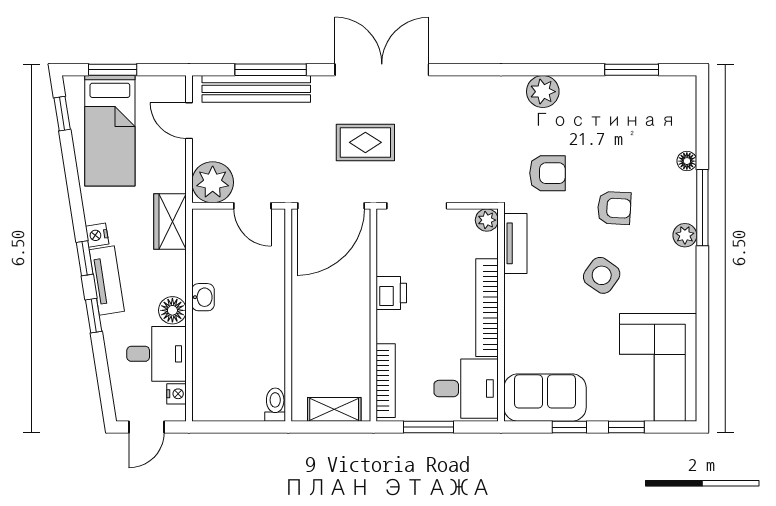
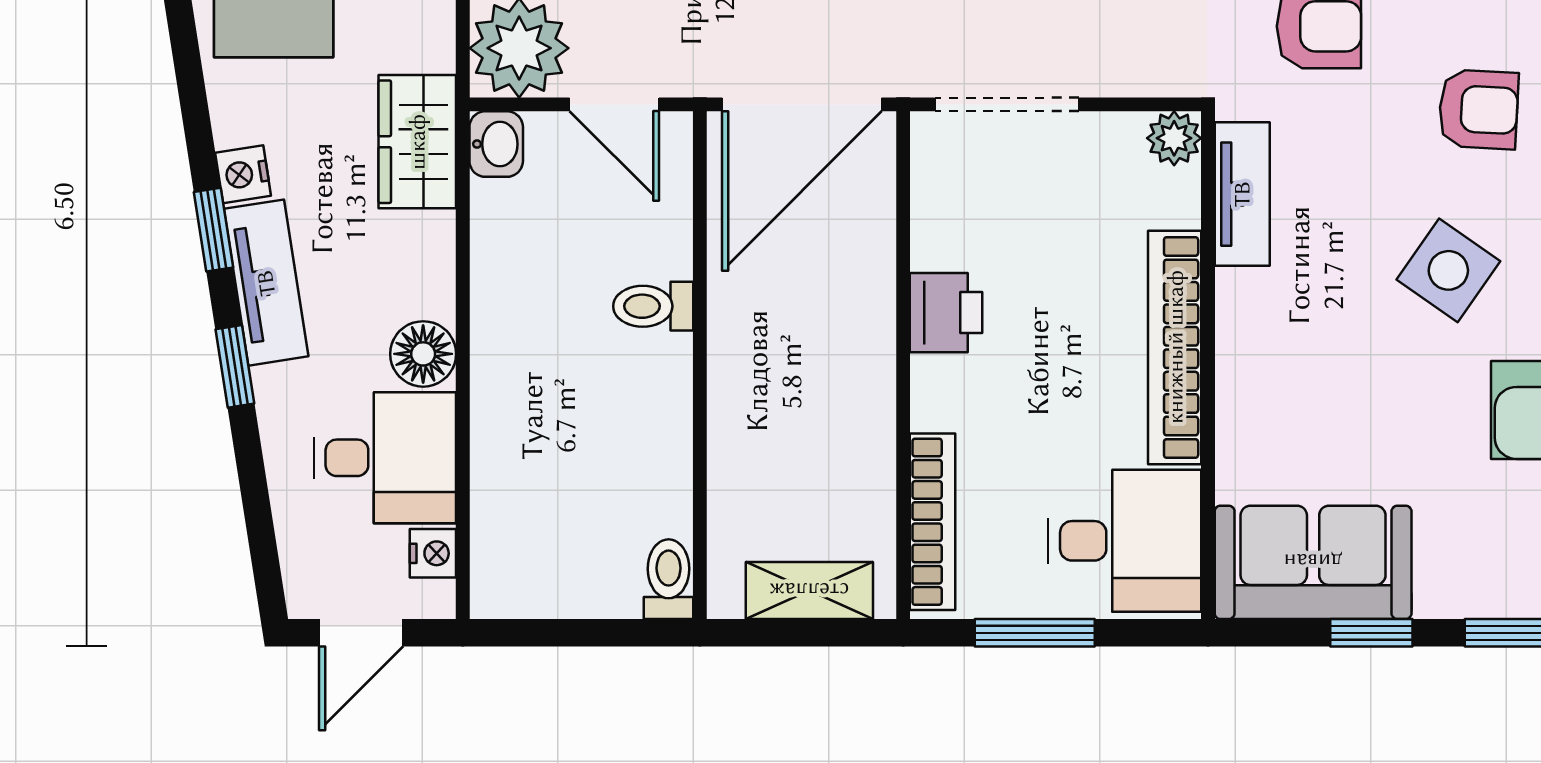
toilet: (269, 290) -> (653, 306), added
washbasin: (203, 297) -> (496, 144), moved

